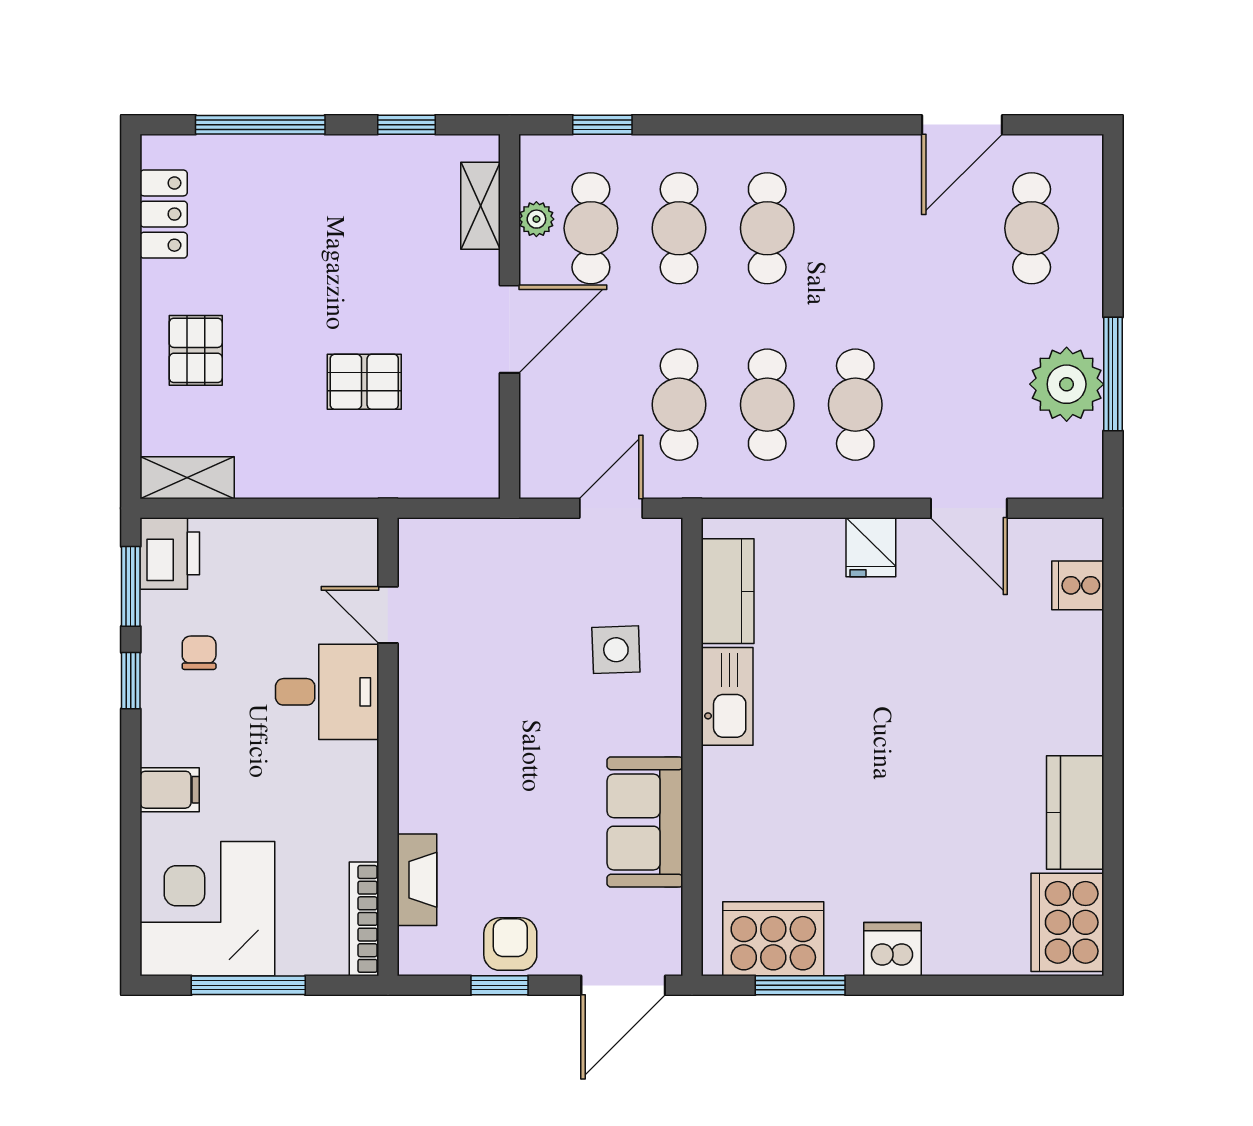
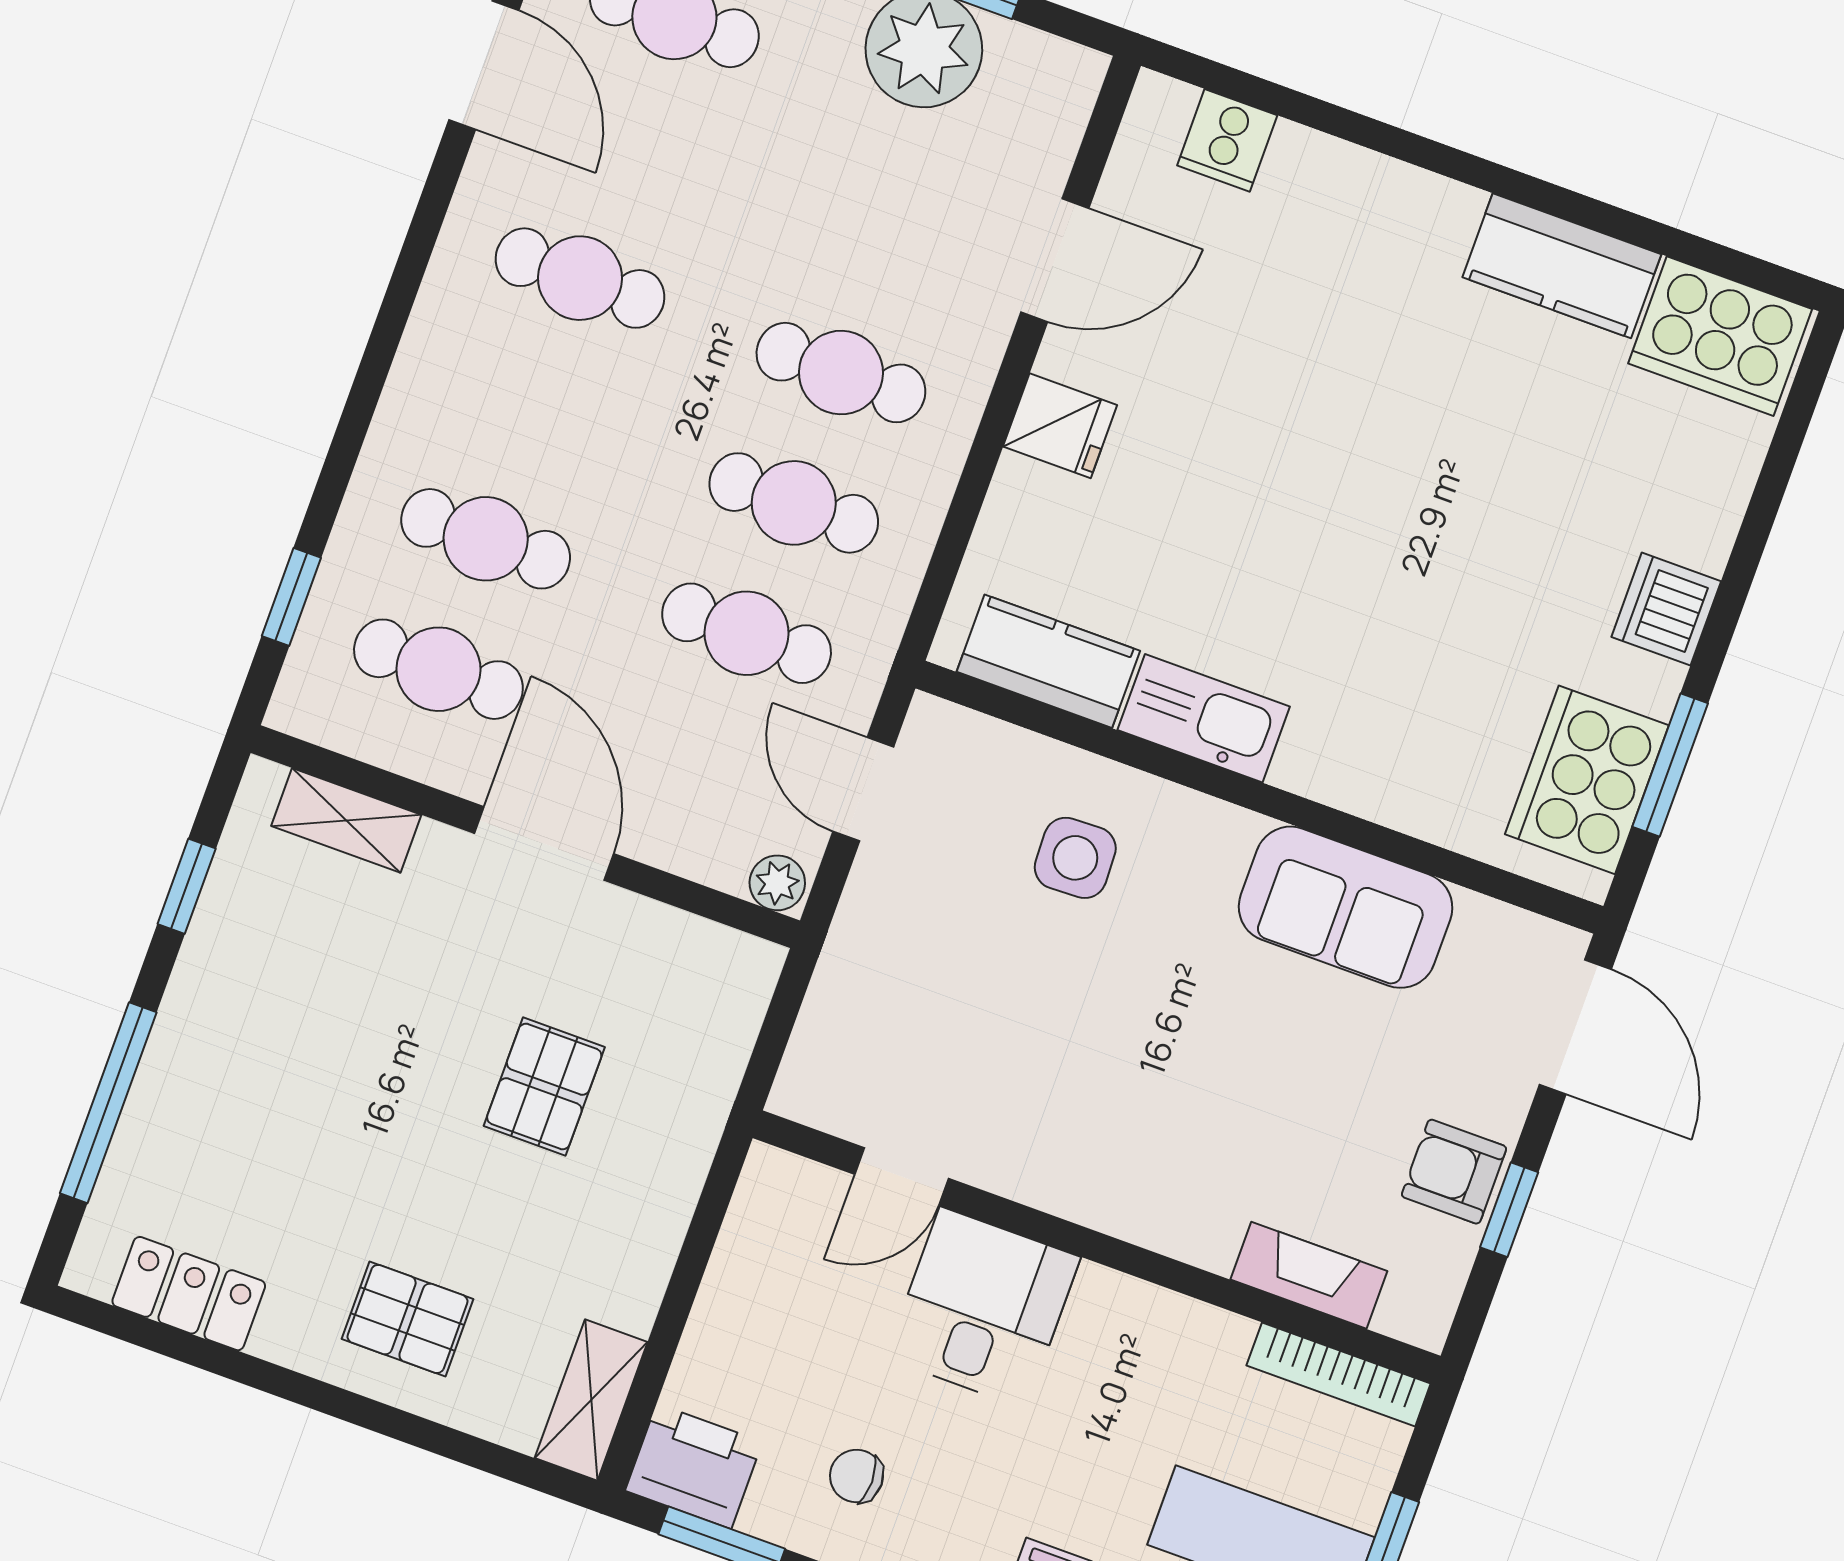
plant: (536, 219) -> (777, 883), moved
cafe table: (767, 228) -> (580, 278), moved

